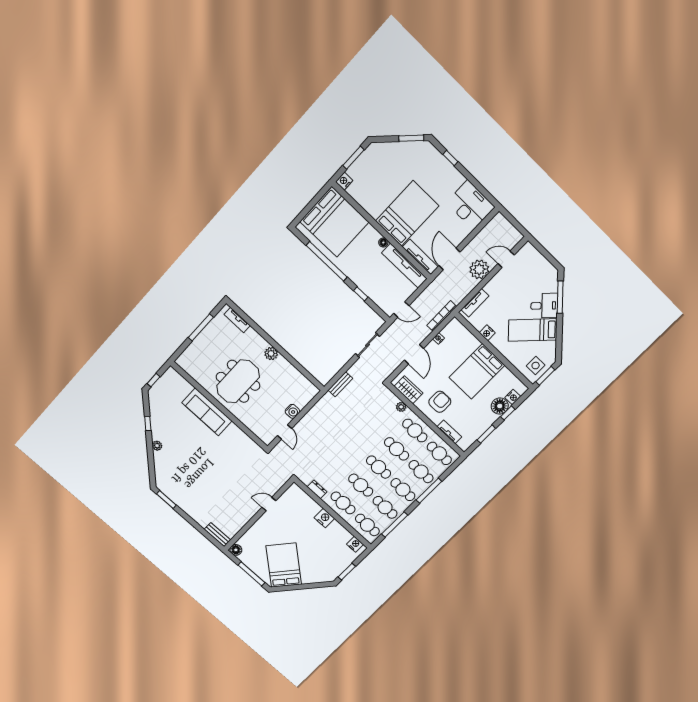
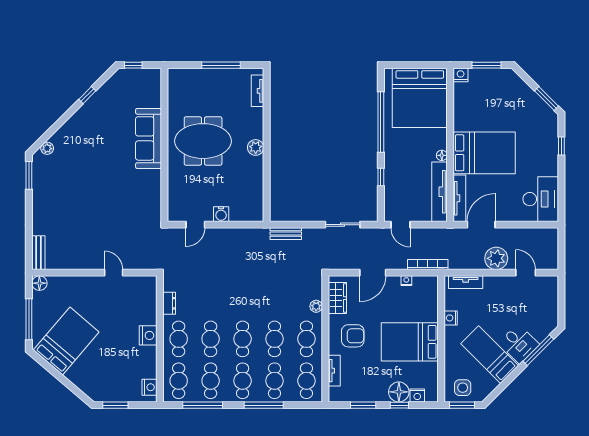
plant: (157, 446) -> (47, 148), moved

